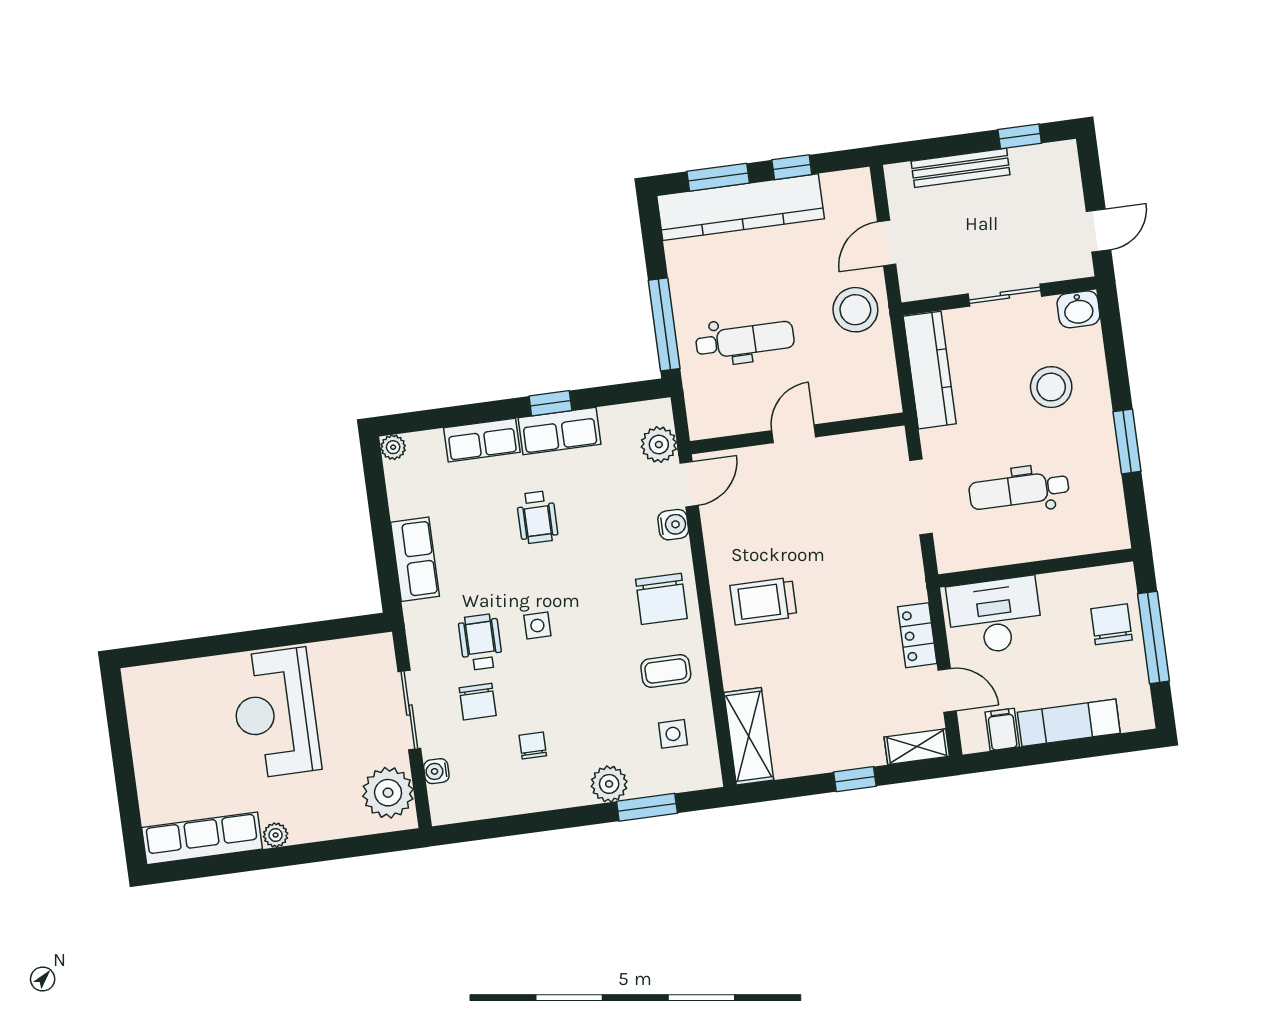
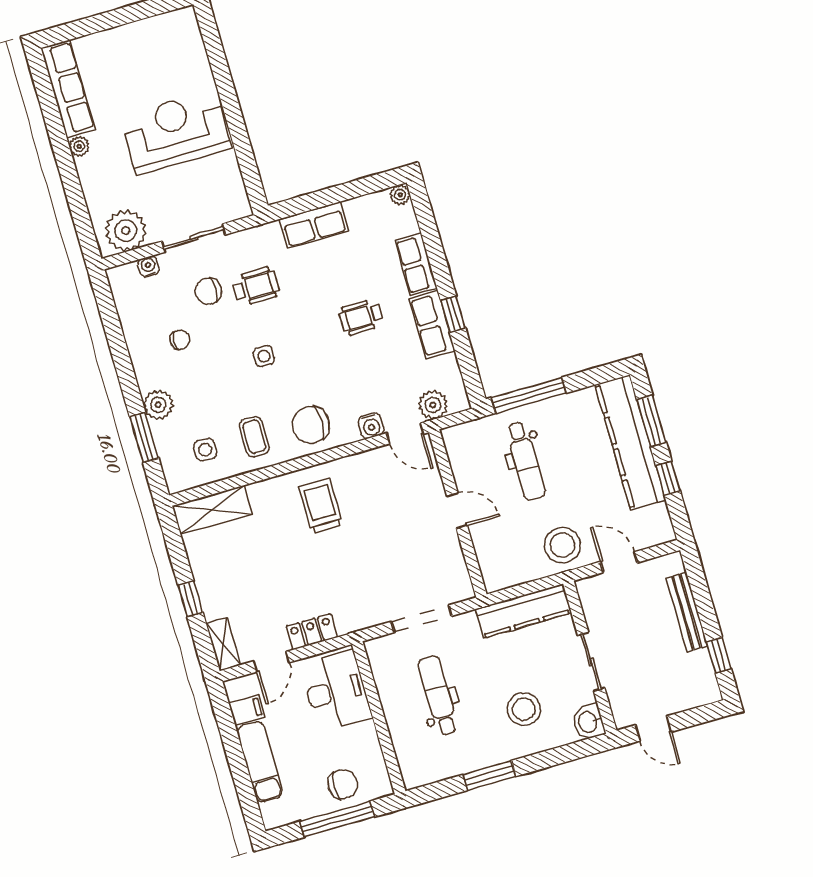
side table: (537, 625) -> (264, 356), moved

